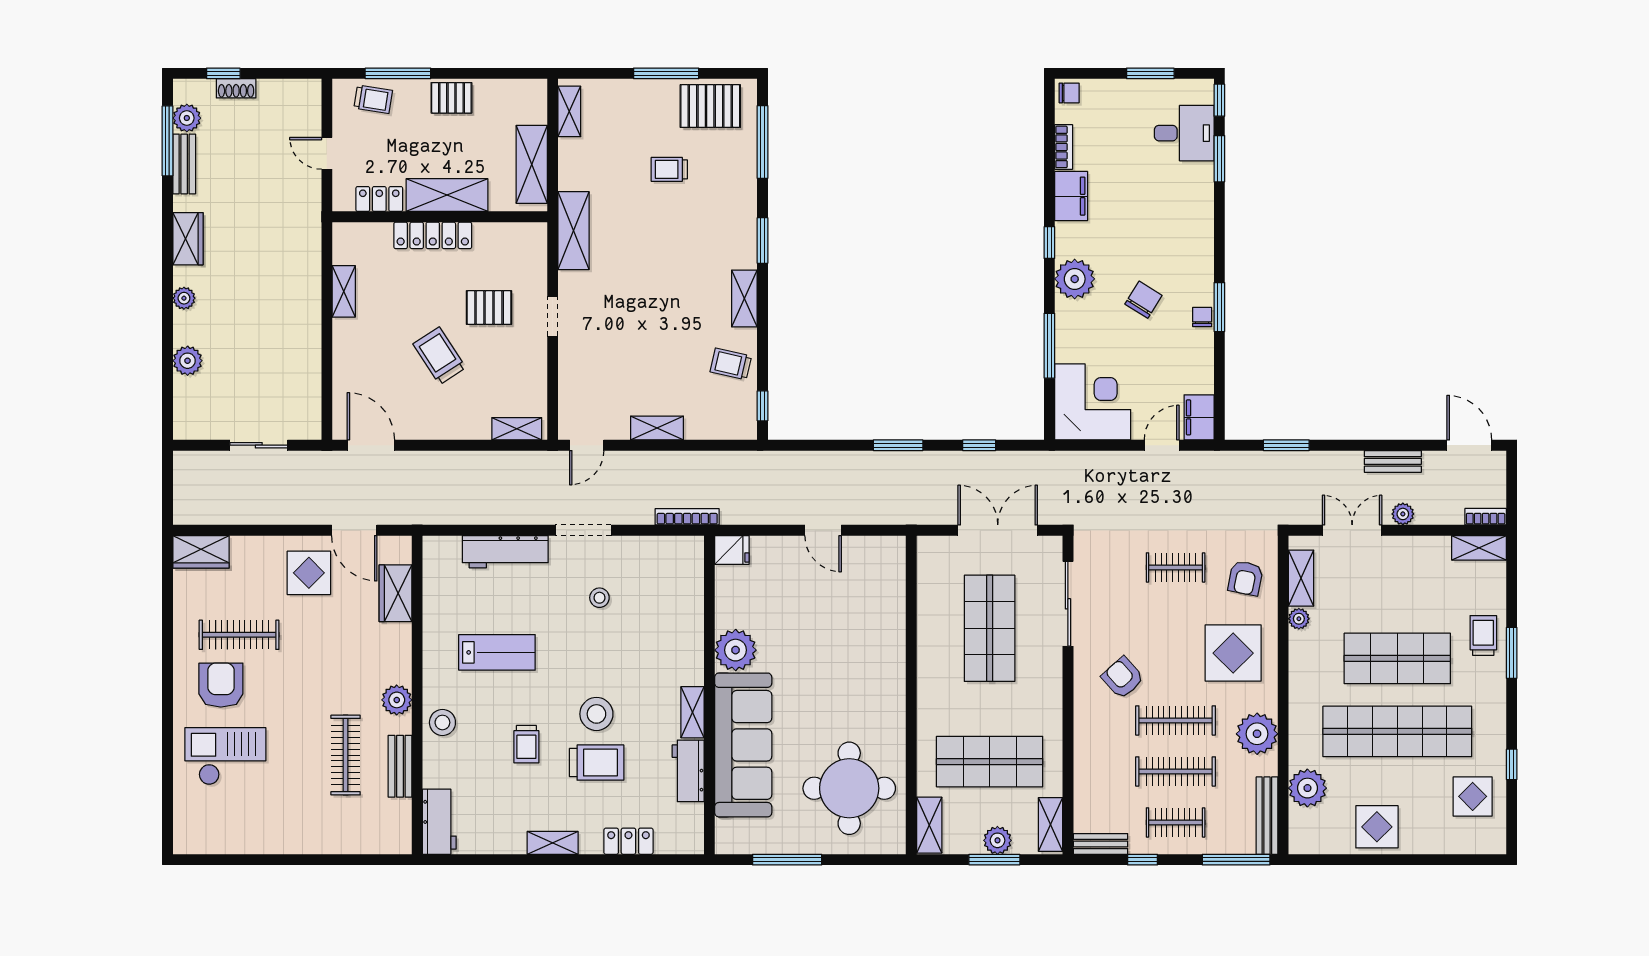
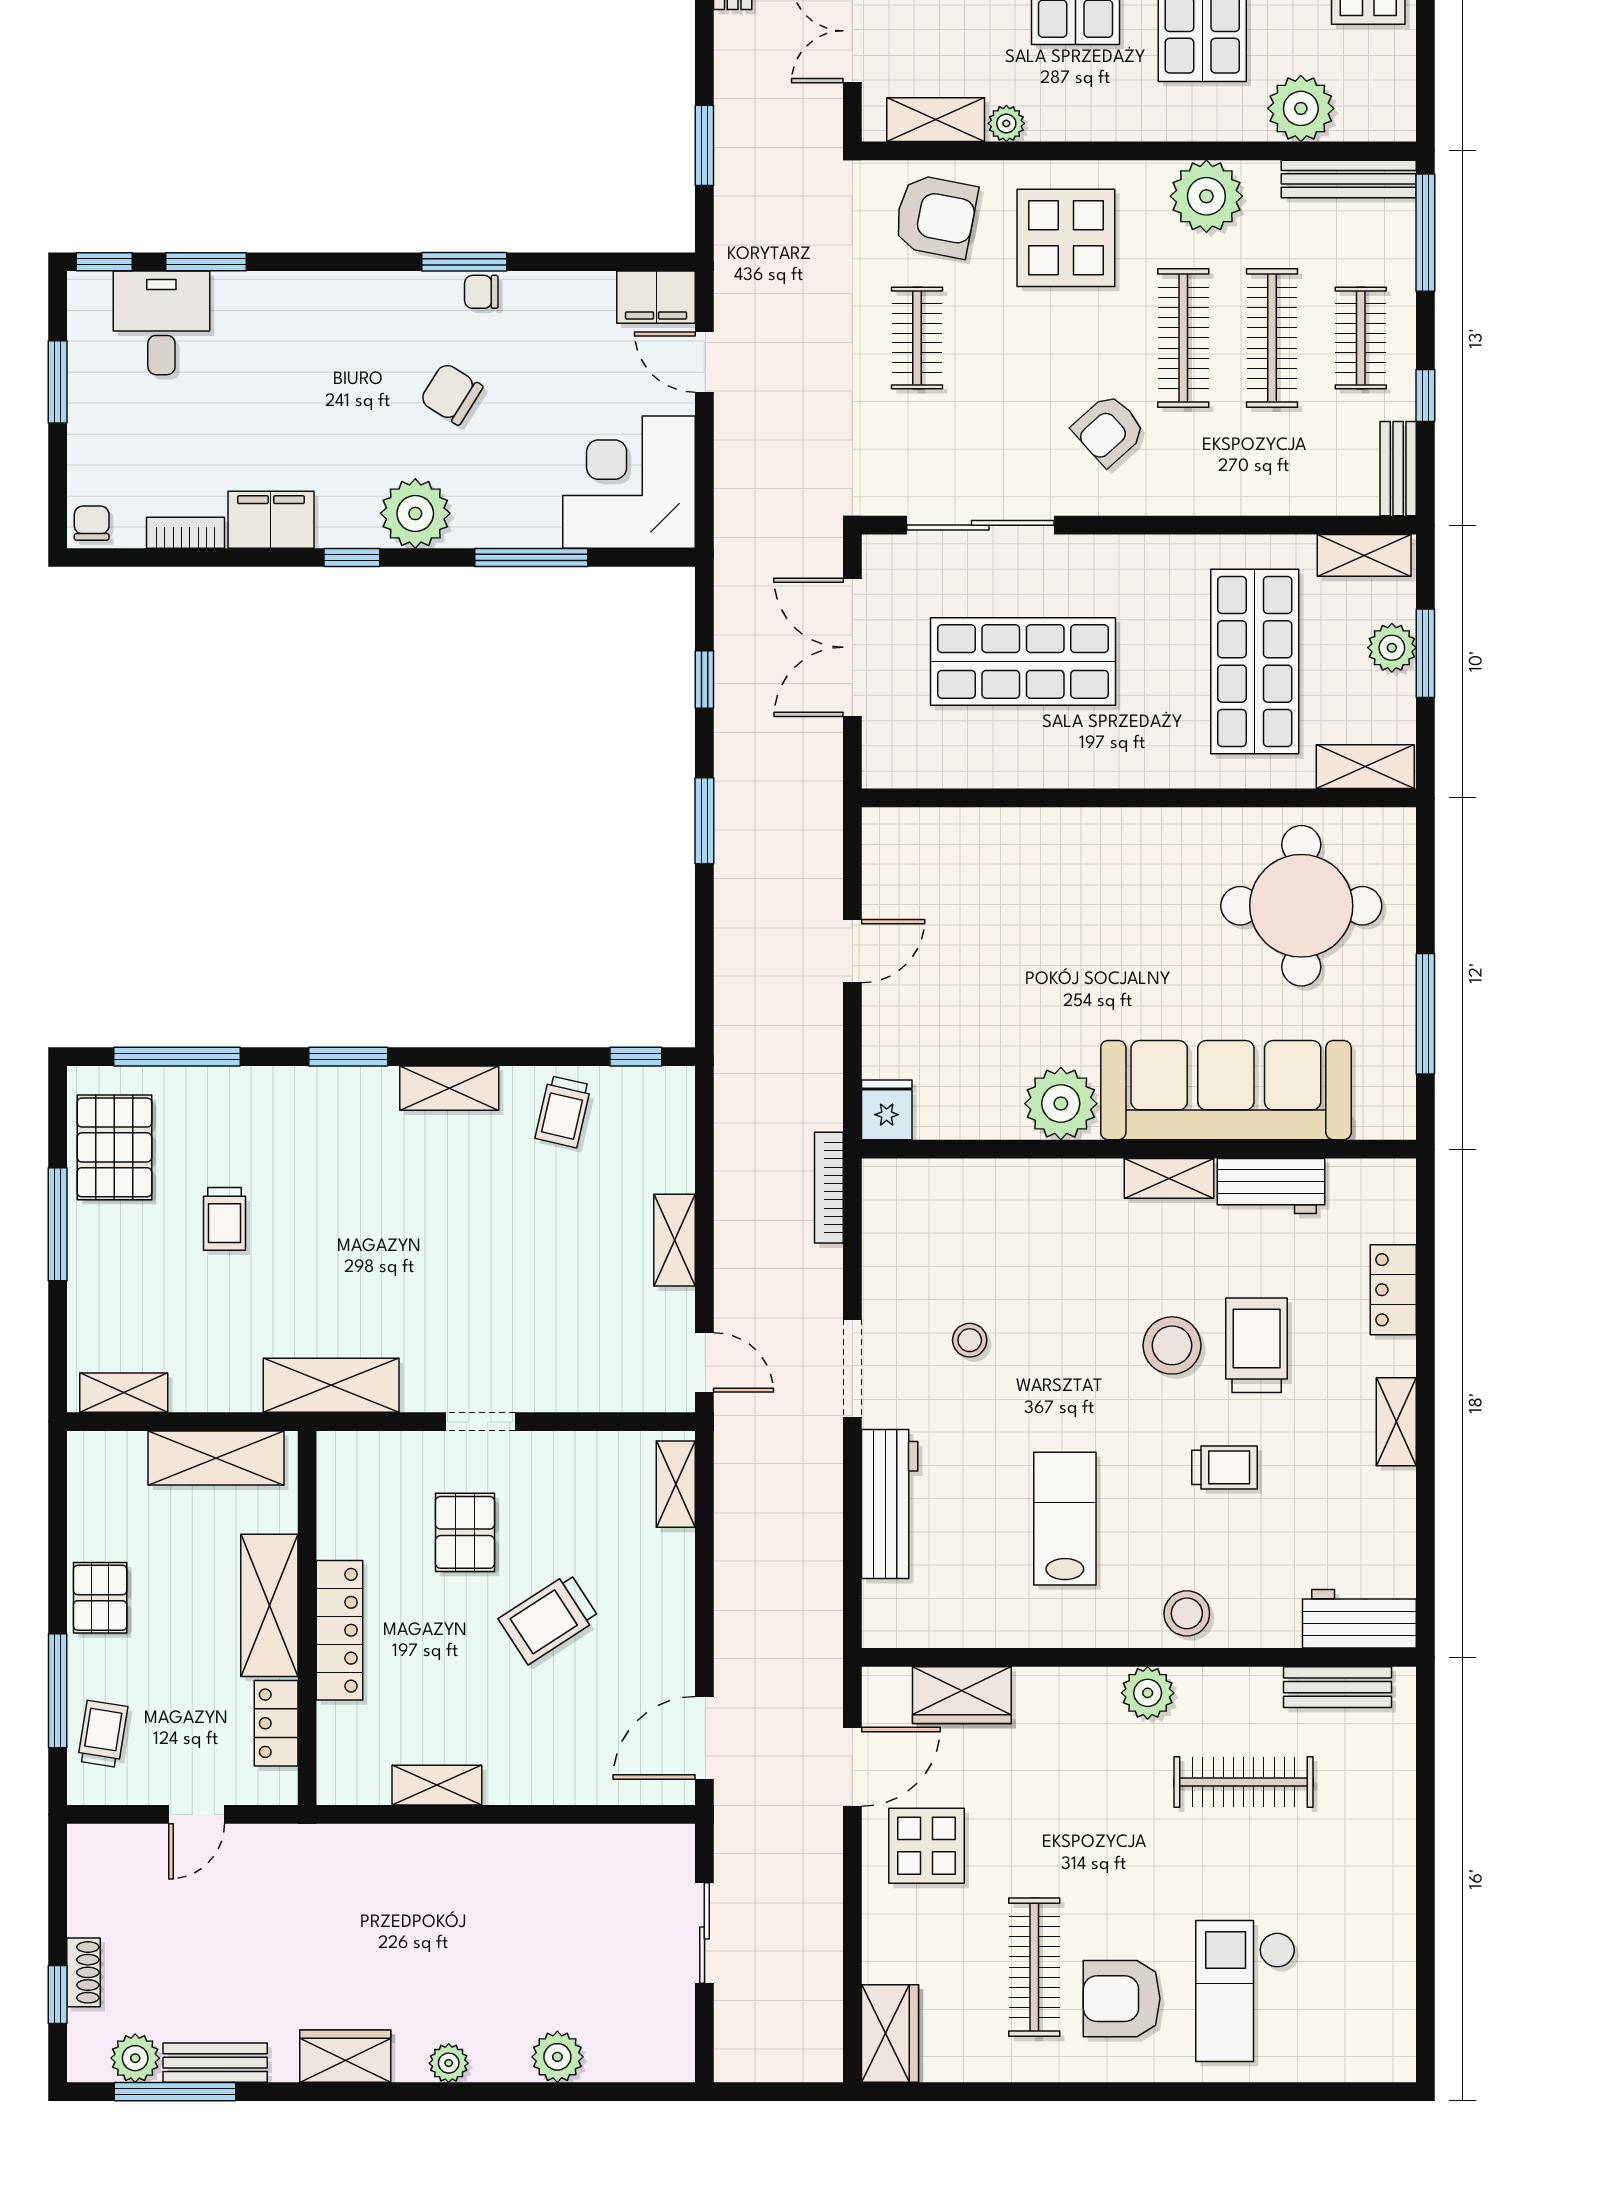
armchair: (1246, 578) -> (936, 216), width x1.38, depth x1.38
bench: (400, 766) -> (1337, 1687), moved

